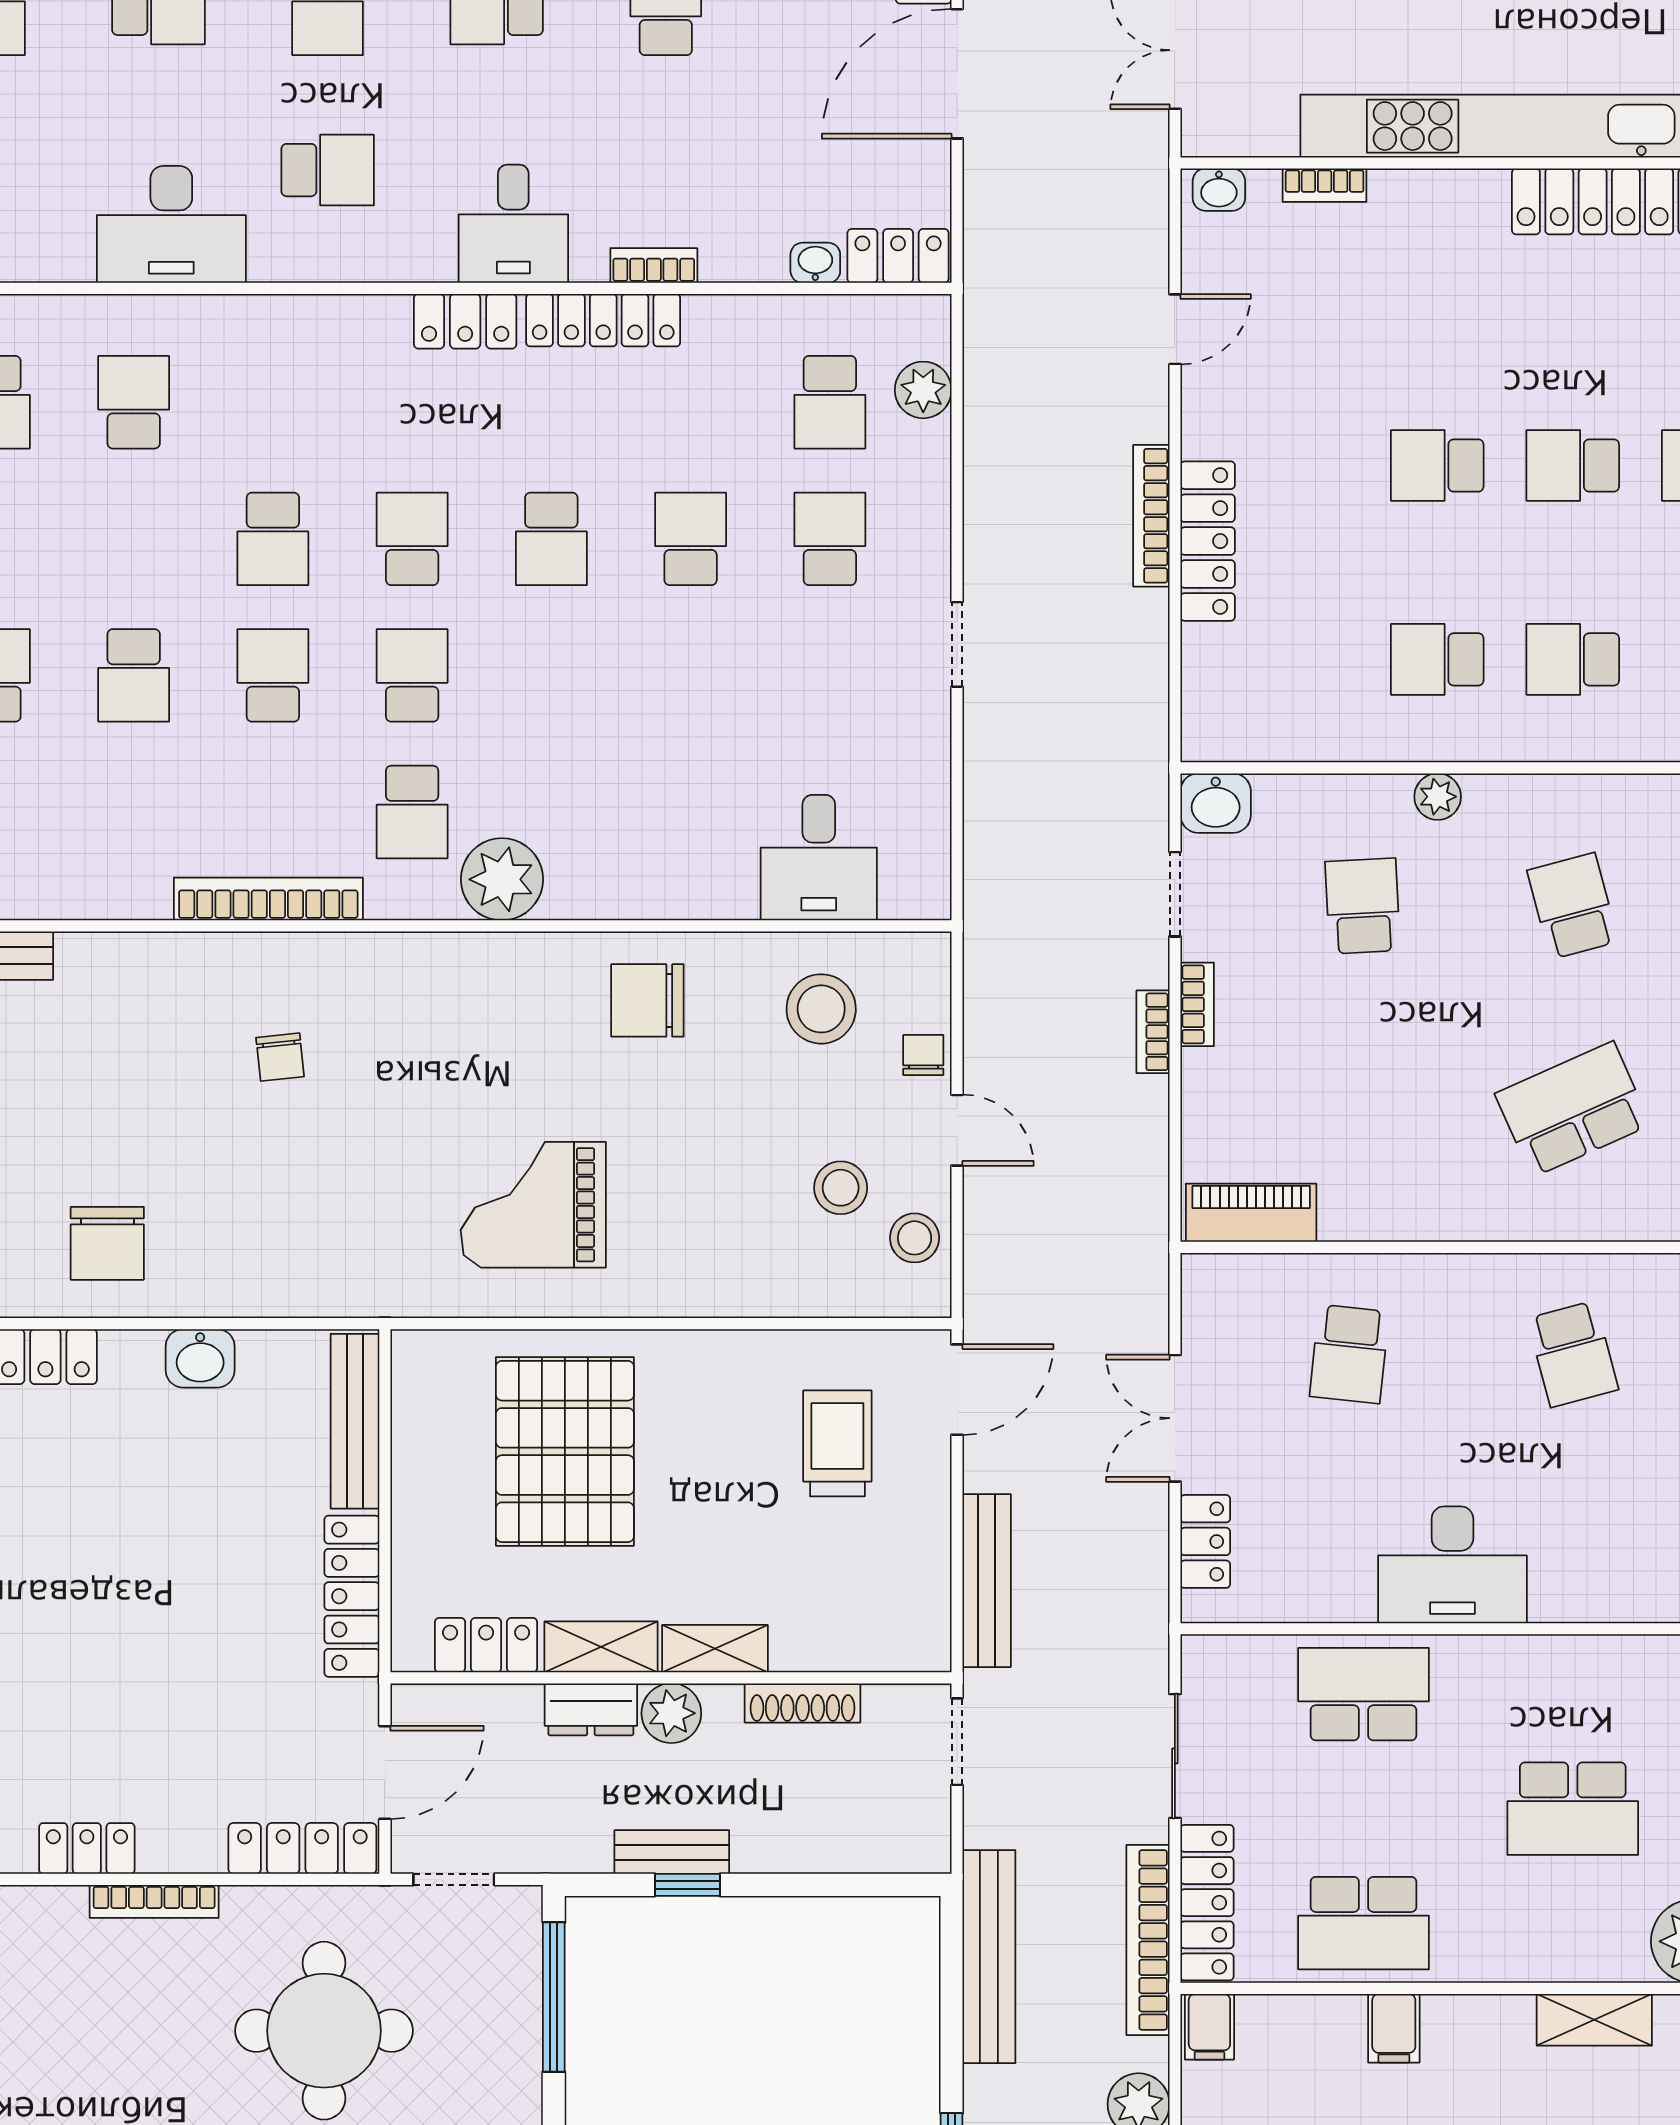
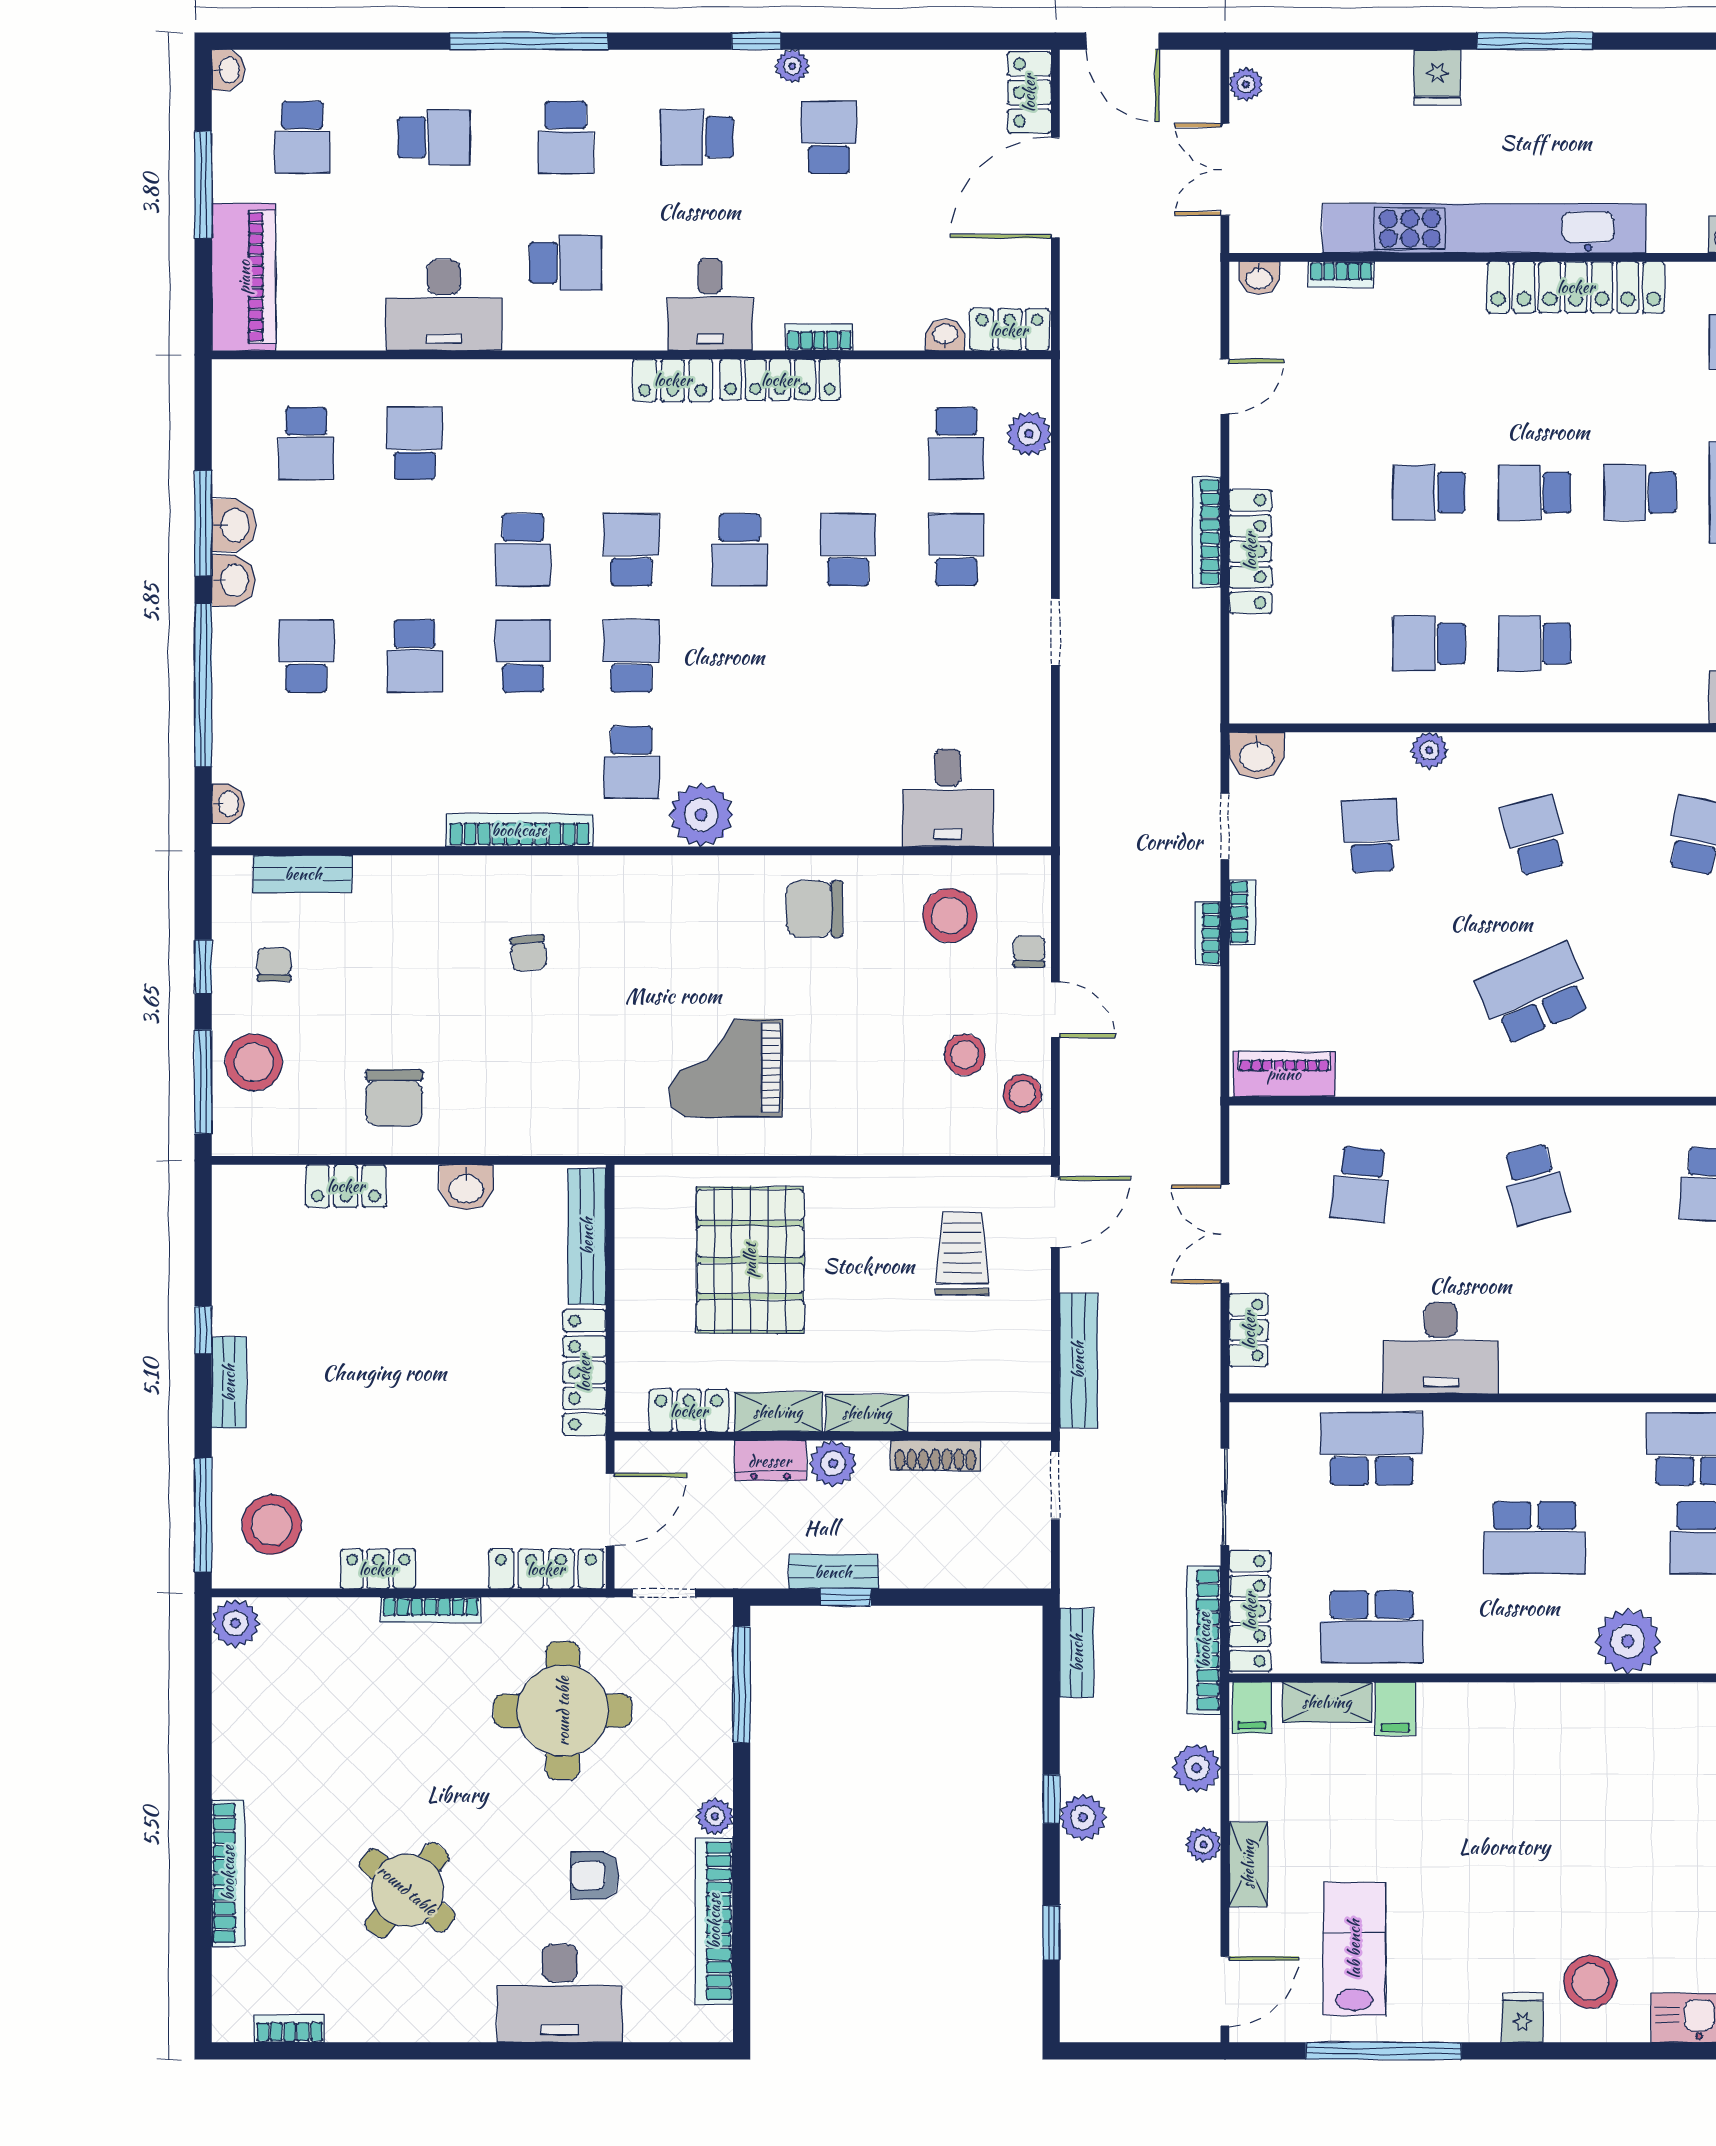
bench: (989, 1957) -> (1077, 1653), width x0.54, depth x0.82
shelving: (1594, 2020) -> (1327, 1702), moved

